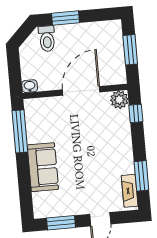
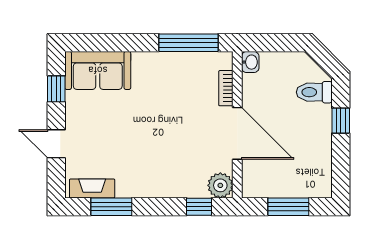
window: (66, 18) -> (341, 121), width x0.67
bookcase: (50, 102) -> (226, 88), added
sofa: (43, 167) -> (98, 70), moved
window: (61, 223) -> (56, 89), width x0.67

